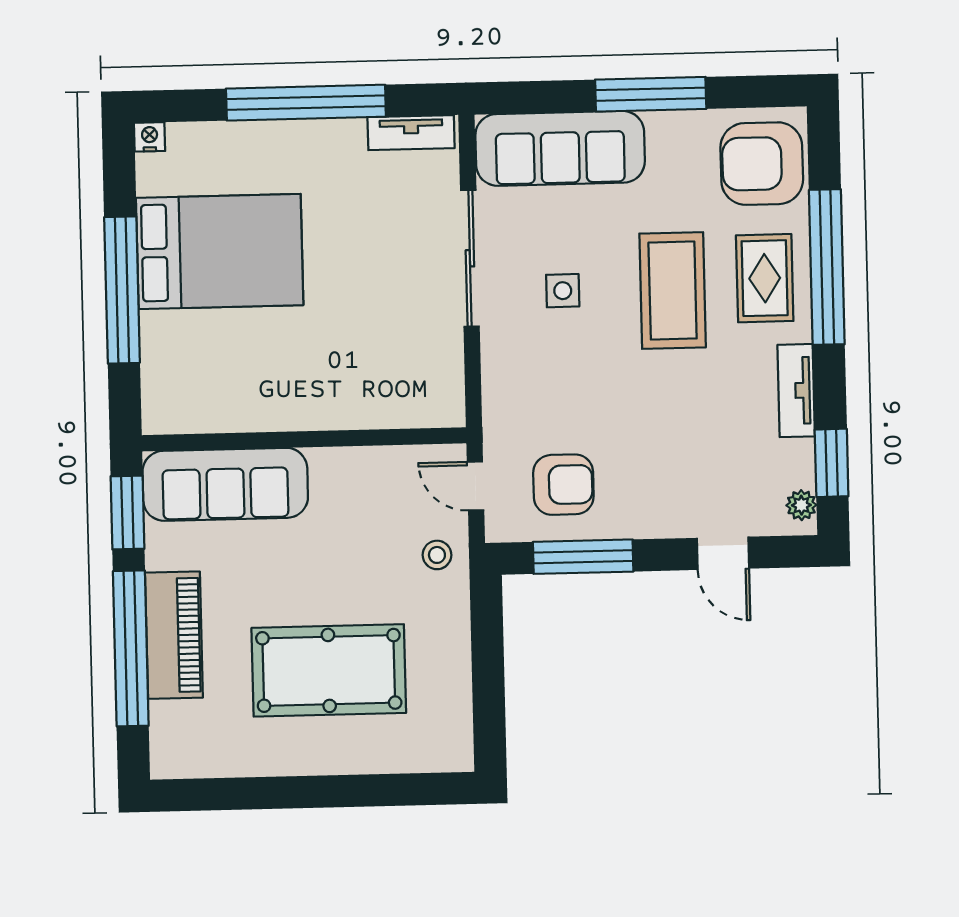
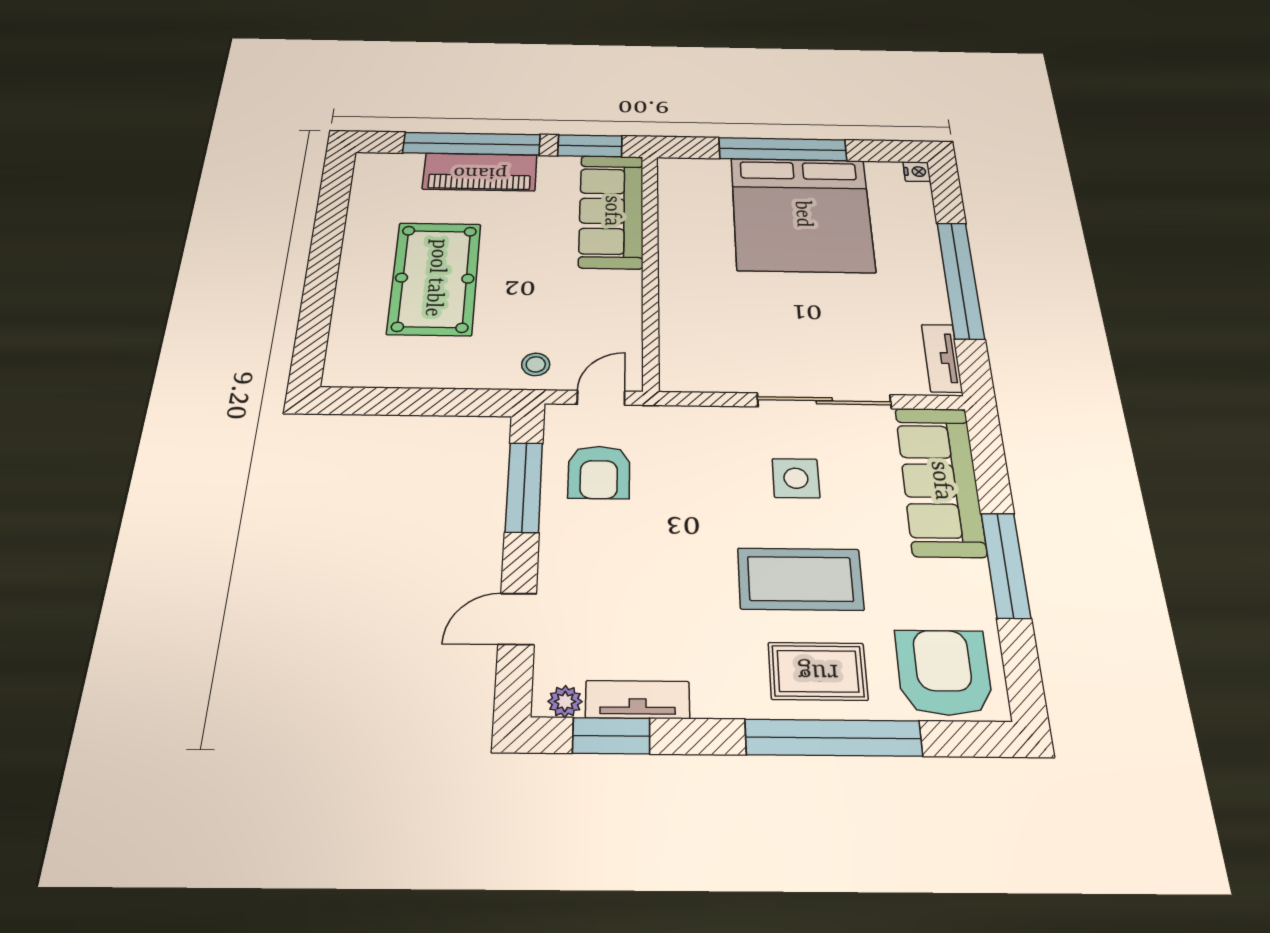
bed: (220, 251) -> (802, 214), width x1.36
side table: (563, 291) -> (796, 478), width x1.37, depth x1.37
tv unit: (796, 391) -> (638, 700), moved

